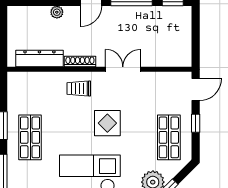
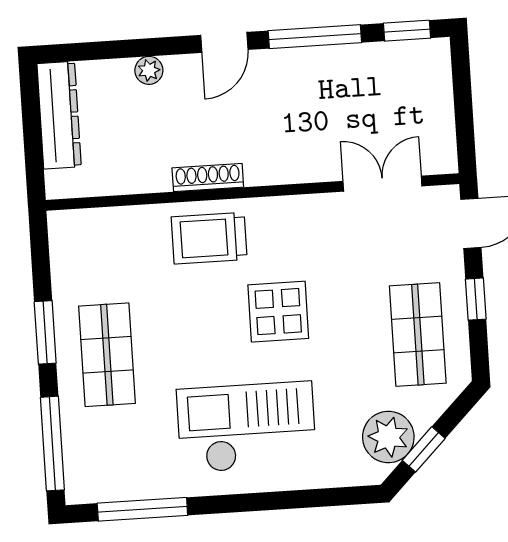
dresser: (39, 58) -> (59, 115), moved, turned 90
double door: (123, 69) -> (382, 184), moved
trolley: (79, 89) -> (209, 238), width x1.36, depth x1.39

